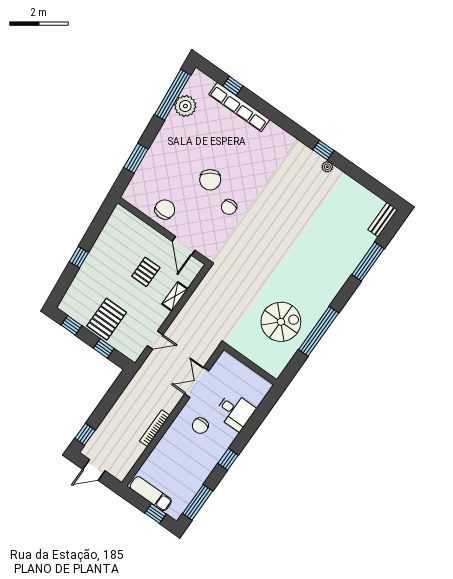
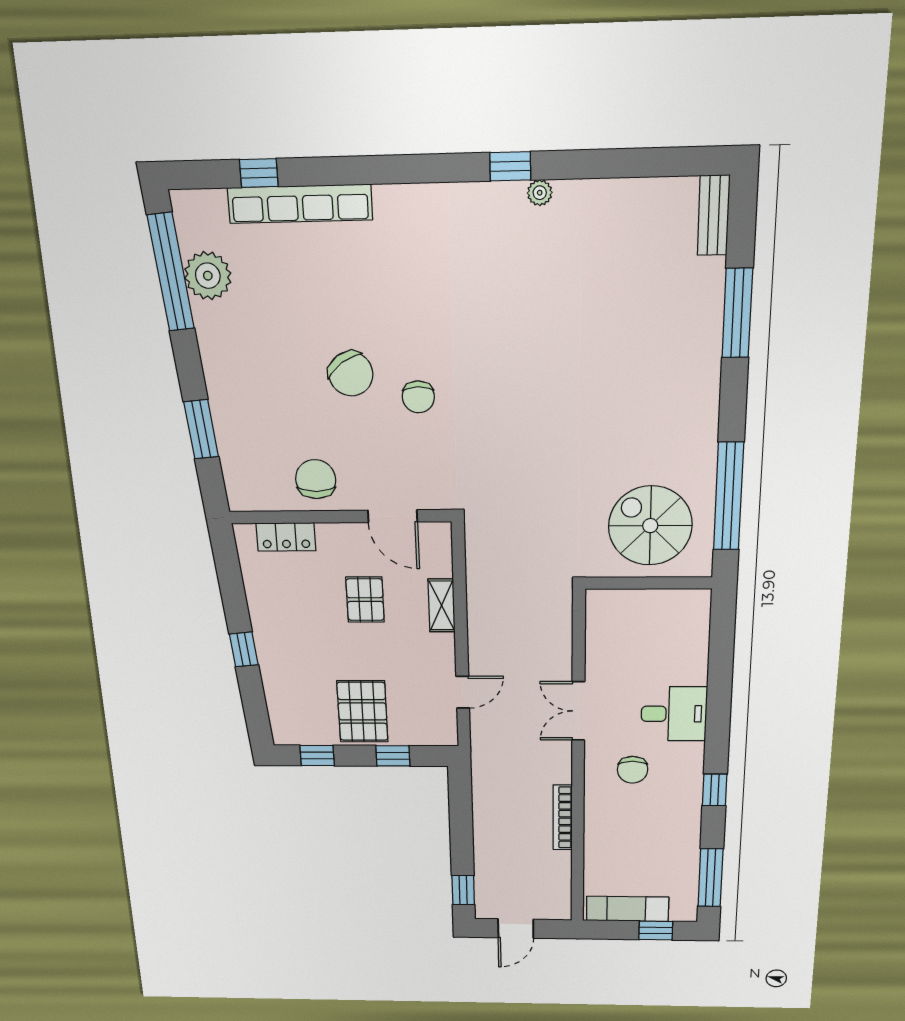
locker: (135, 224) -> (286, 537), added
spiral stairs: (281, 322) -> (650, 526), turned -90
wall: (250, 365) -> (648, 583), moved

